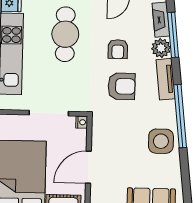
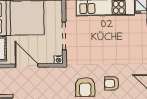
cafe table: (65, 34) -> (121, 46), removed

